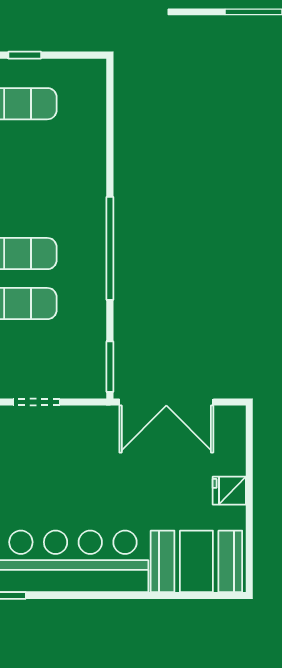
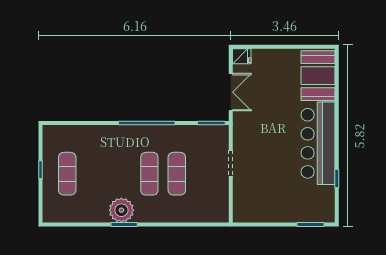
double door: (166, 402) -> (231, 92), width x0.73
fridge: (229, 491) -> (242, 56), moved, turned -90

